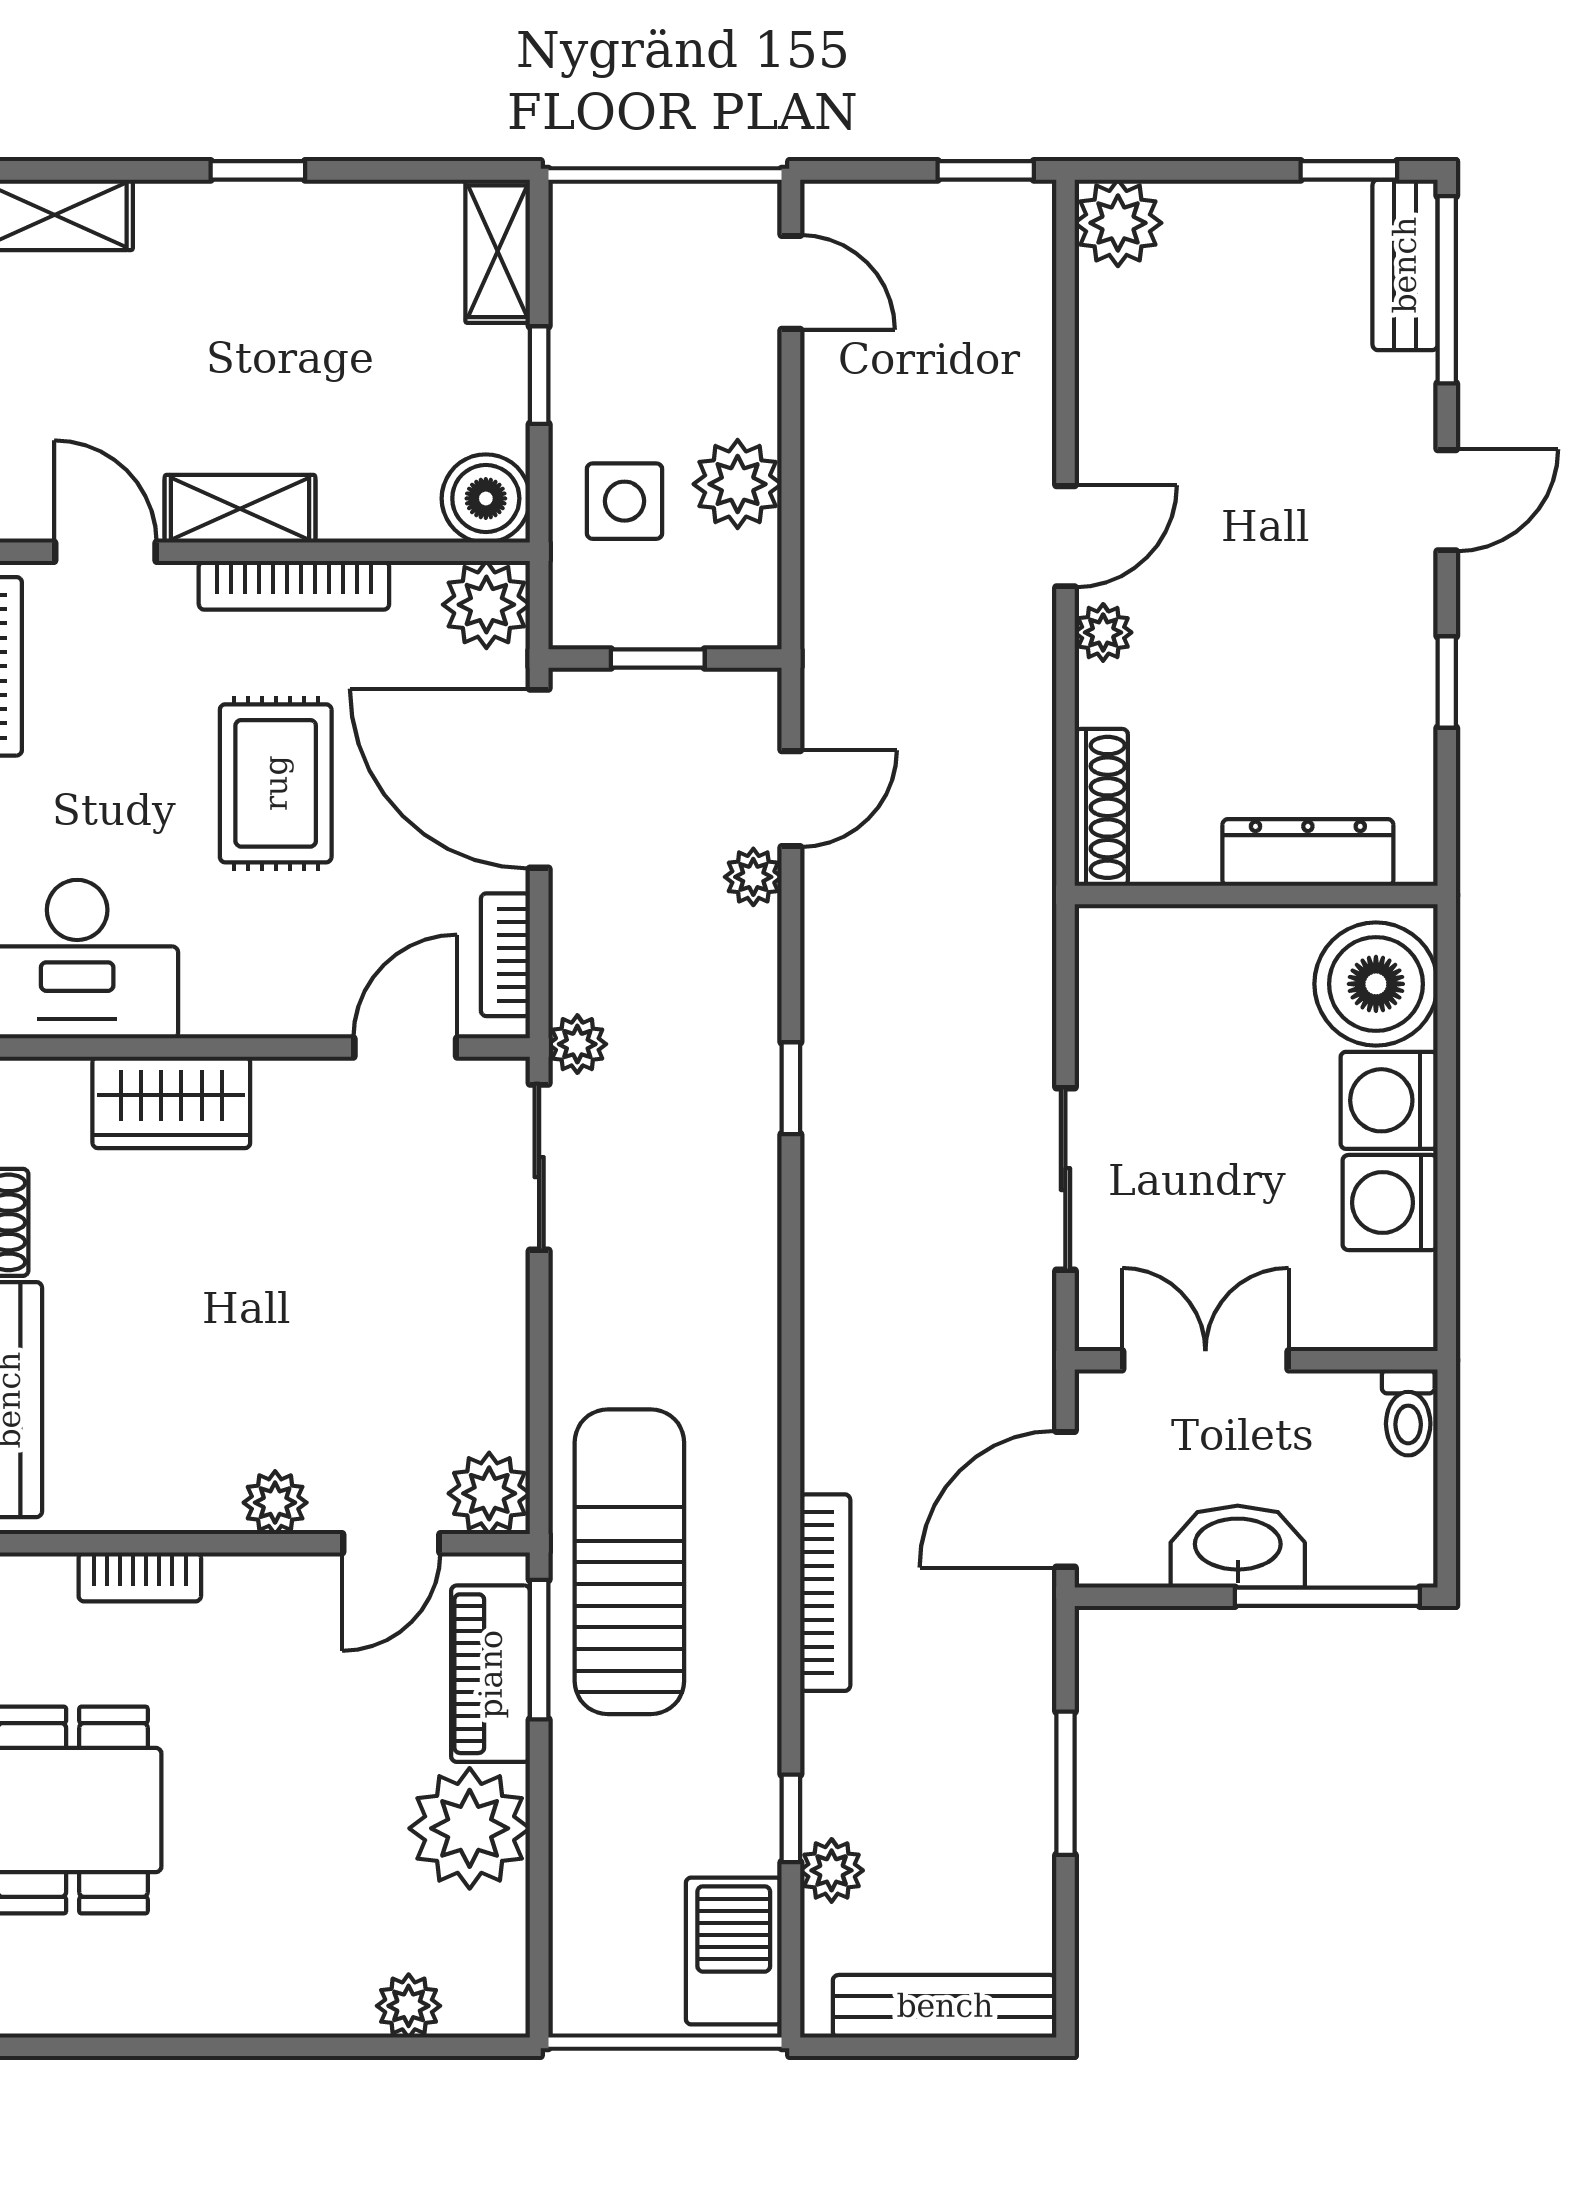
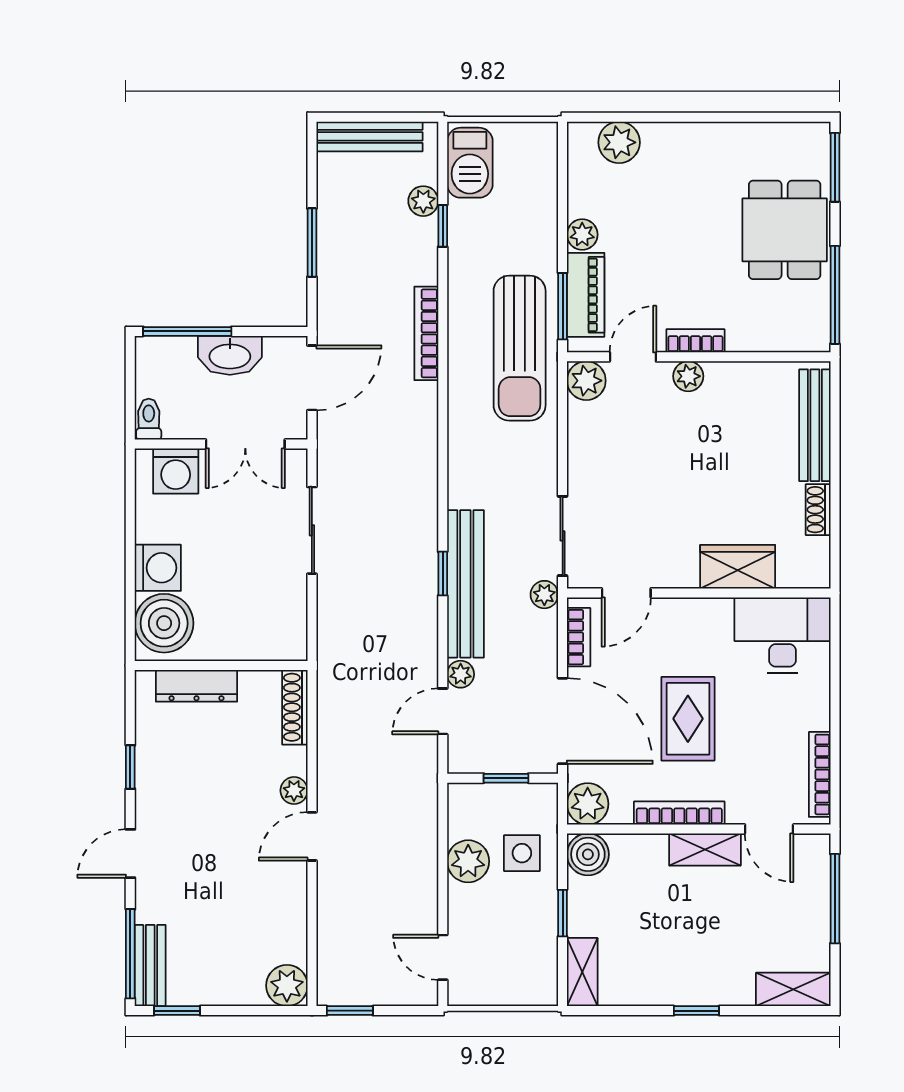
bench: (743, 1067) -> (465, 584), added
washing machine: (1390, 1203) -> (176, 471), moved, turned 90
bookcase: (140, 1577) -> (695, 341), moved
plant: (470, 1828) -> (582, 235), width x0.53, depth x0.53
plant: (409, 2006) -> (619, 142), width x1.38, depth x1.38

